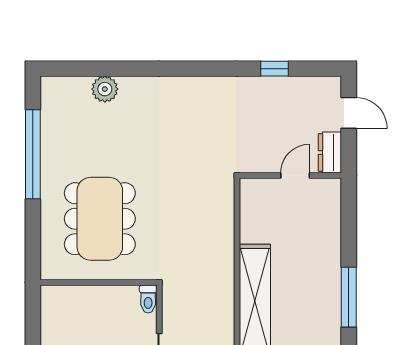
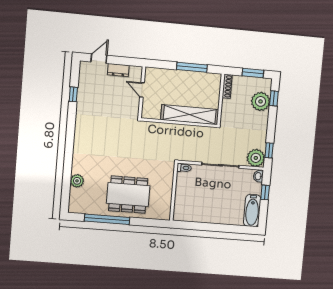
wall: (290, 176) -> (142, 92), moved
door: (295, 176) -> (142, 90), moved
dining table: (100, 219) -> (128, 195), moved

